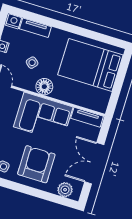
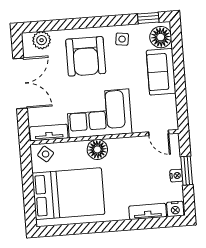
side table: (32, 63) -> (46, 154), moved
floor lamp: (44, 87) -> (97, 149), moved

